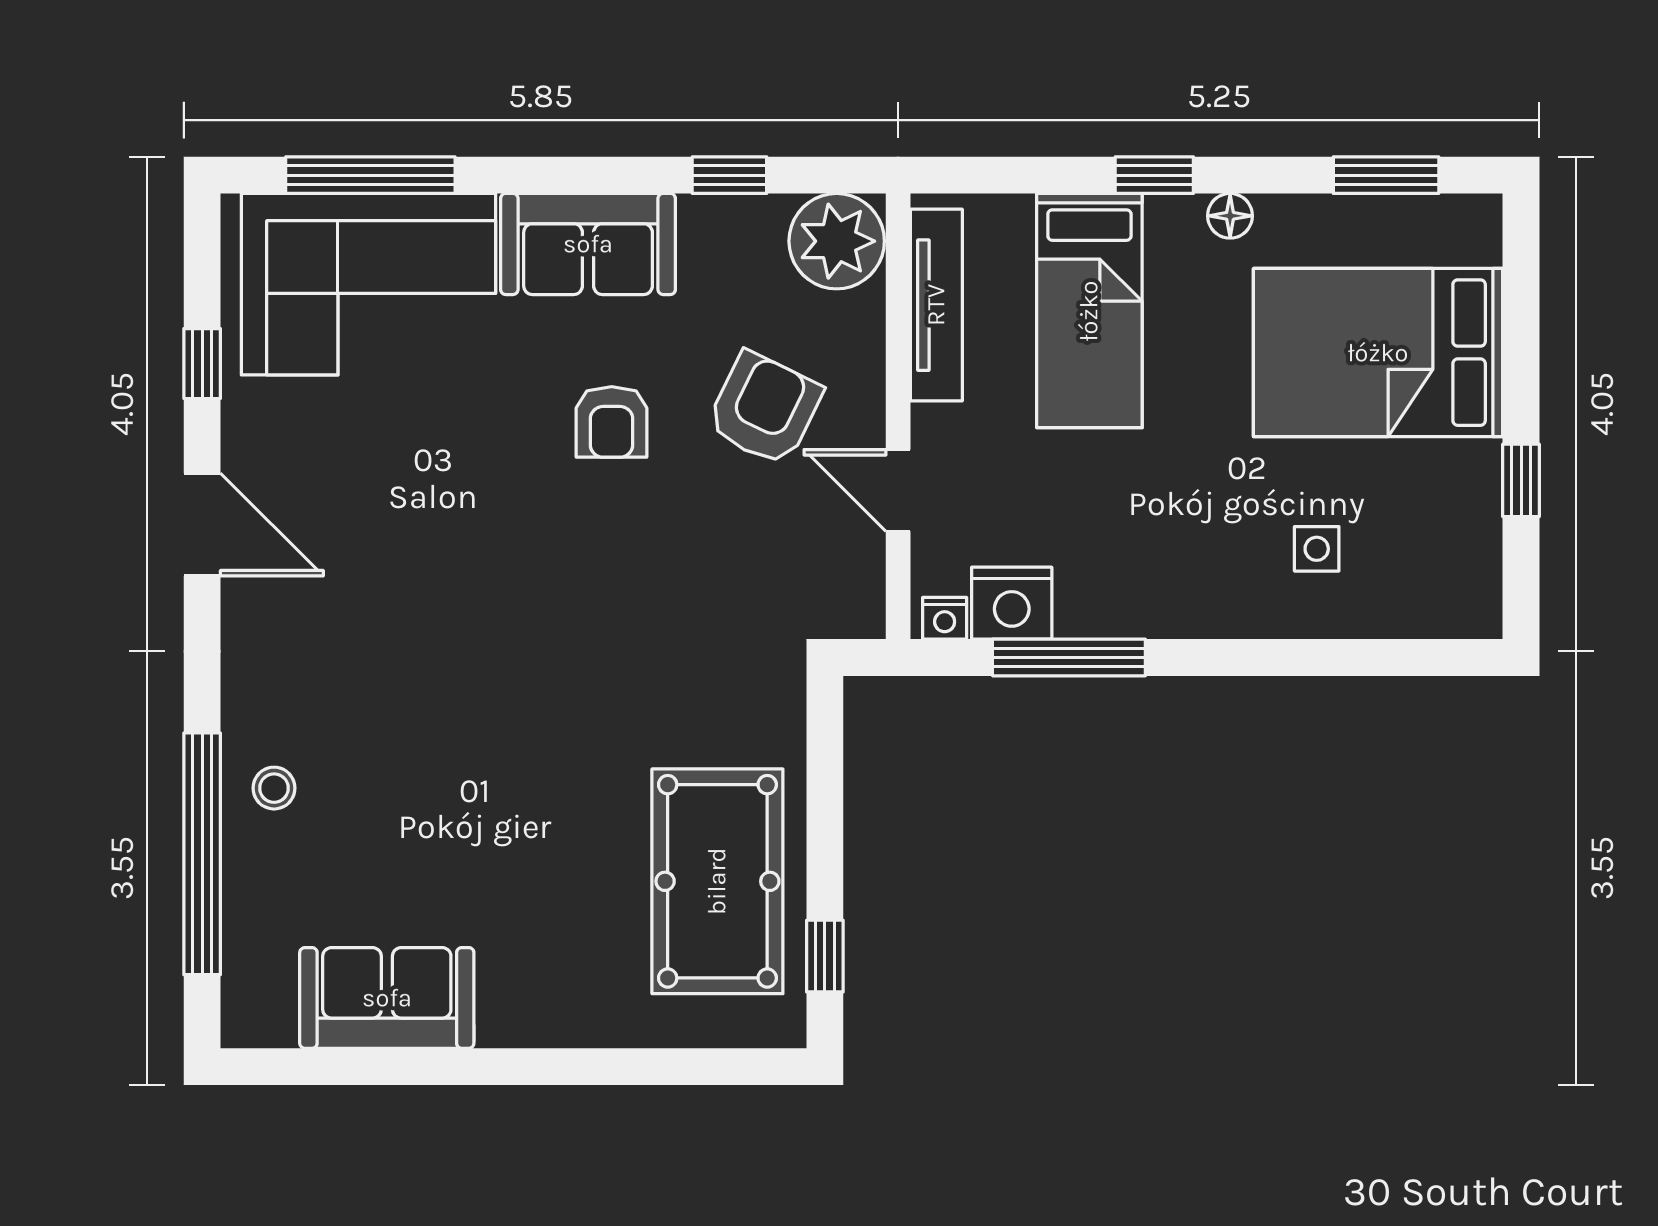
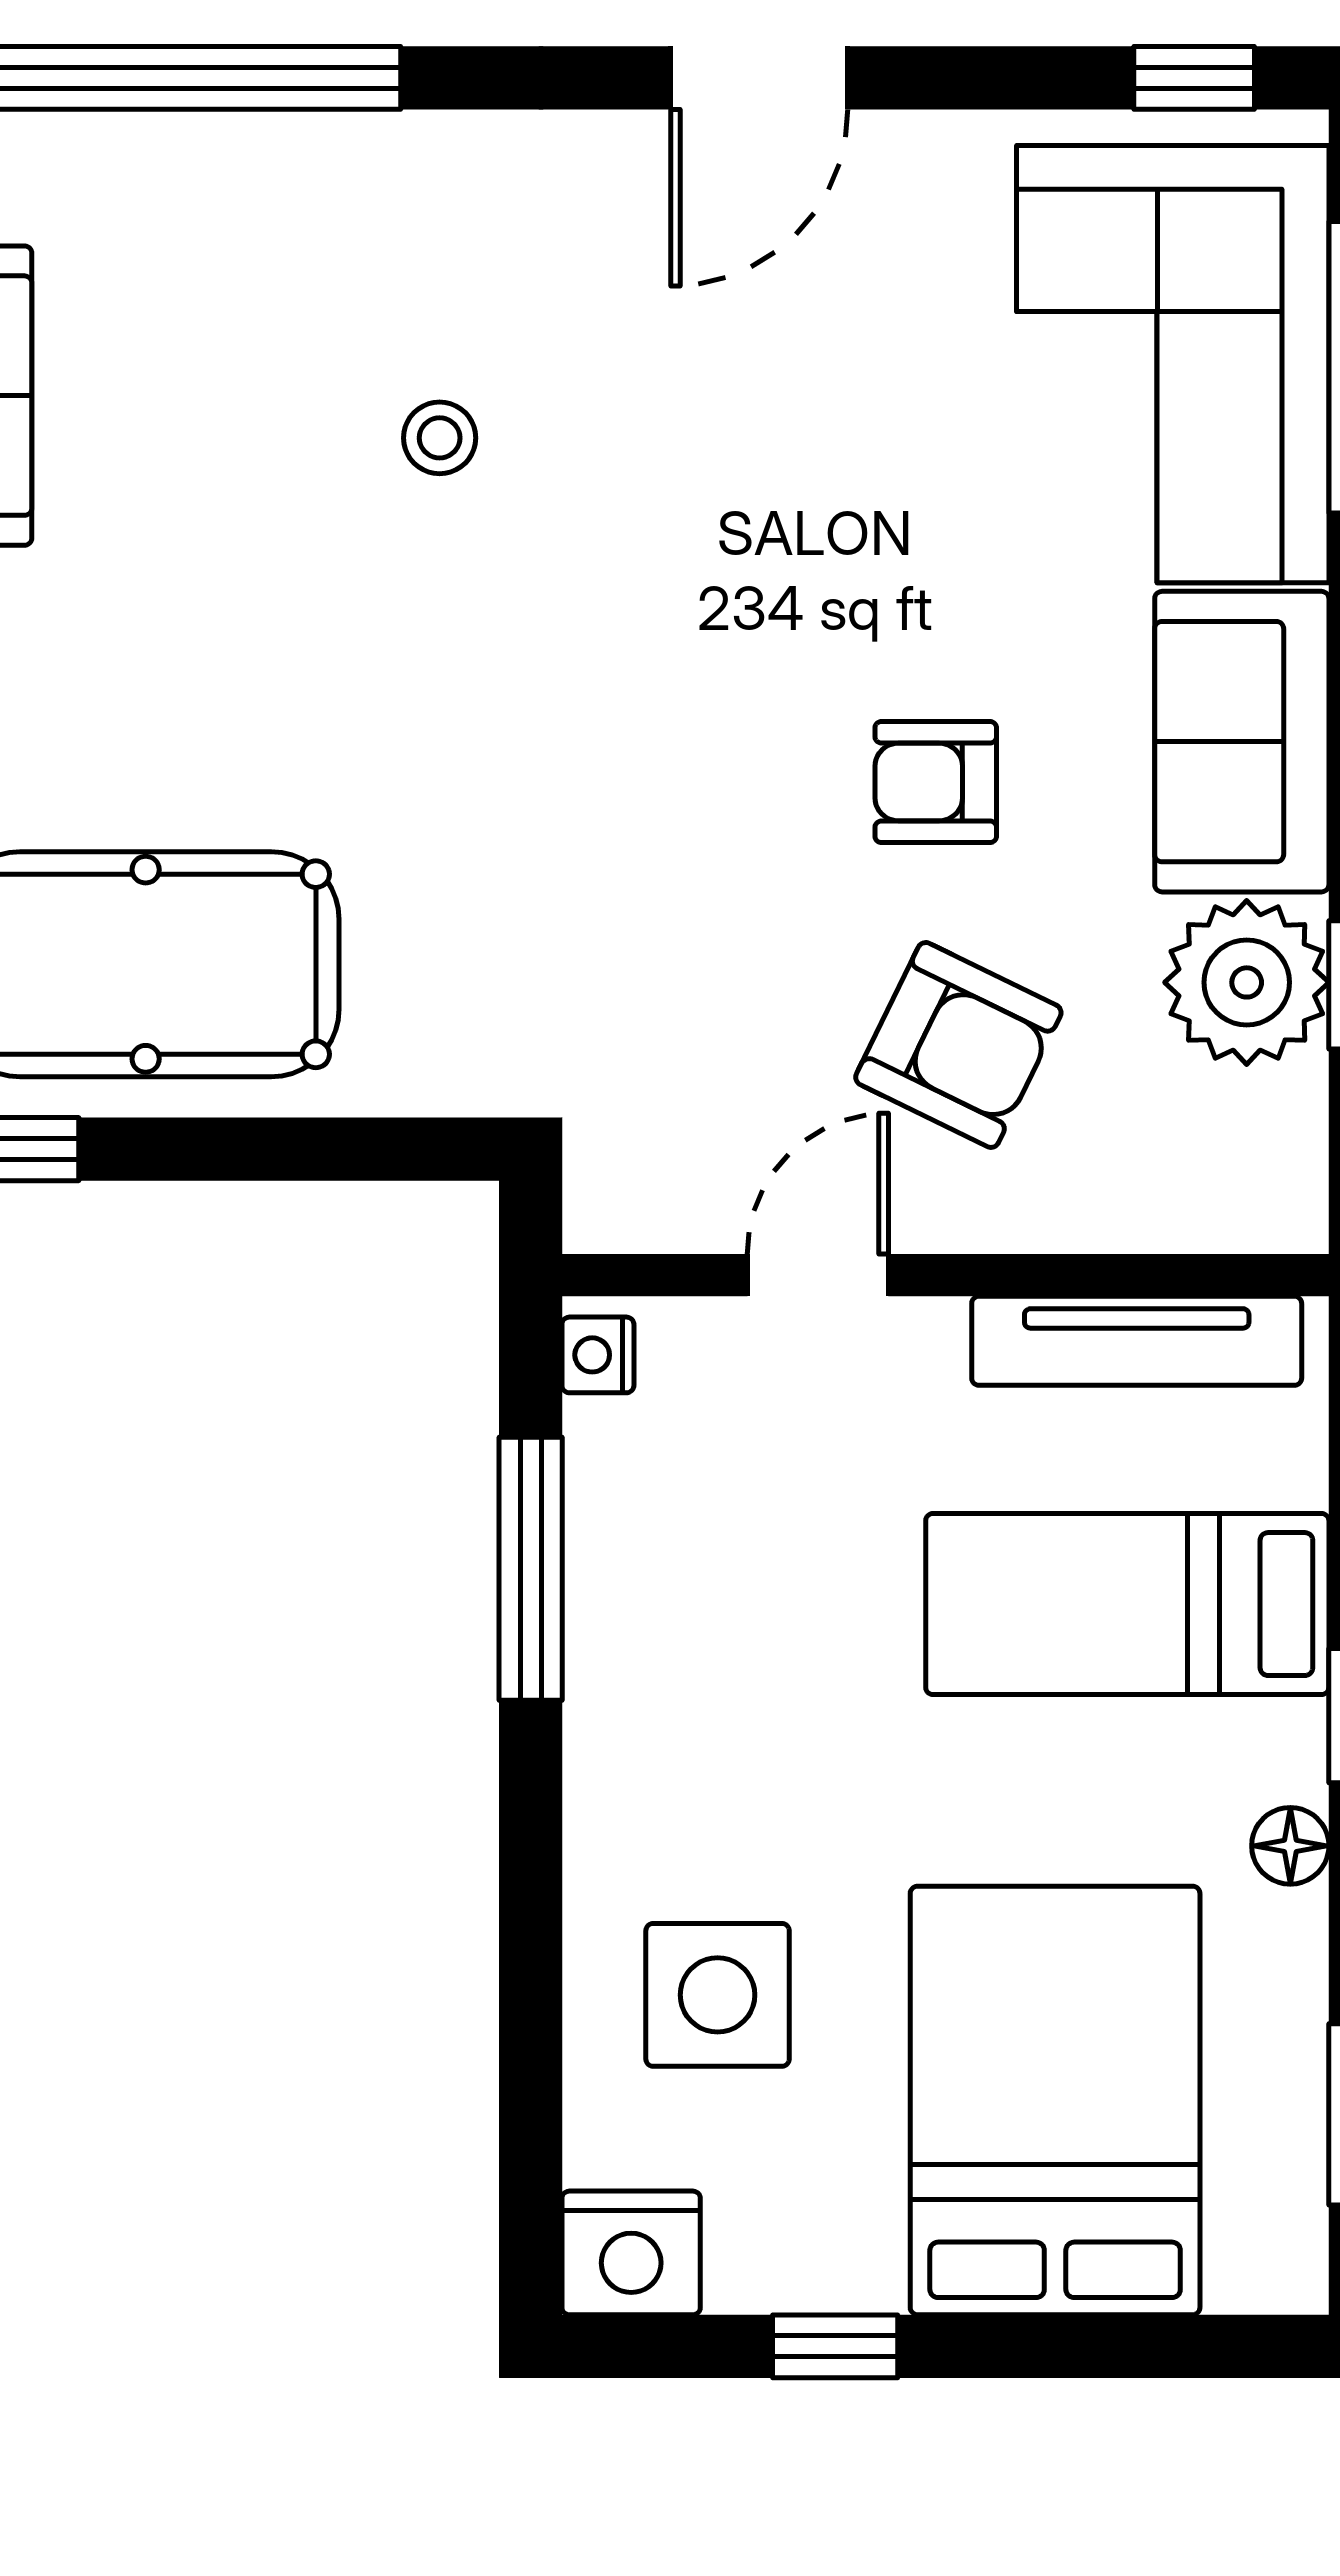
plant: (837, 241) -> (1247, 982), moved
window: (202, 364) -> (1194, 78), moved
side table: (1317, 549) -> (718, 1995), width x1.87, depth x1.87
nightstand: (1012, 603) -> (631, 2253), moved, turned -90
stool: (274, 788) -> (440, 438), moved

